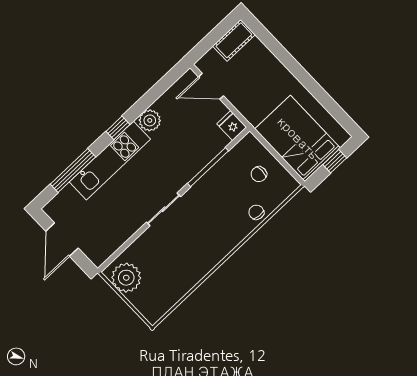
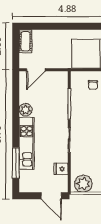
fridge: (232, 126) -> (61, 169), moved
window: (118, 128) -> (16, 126), removed
door: (62, 240) -> (51, 196), moved

